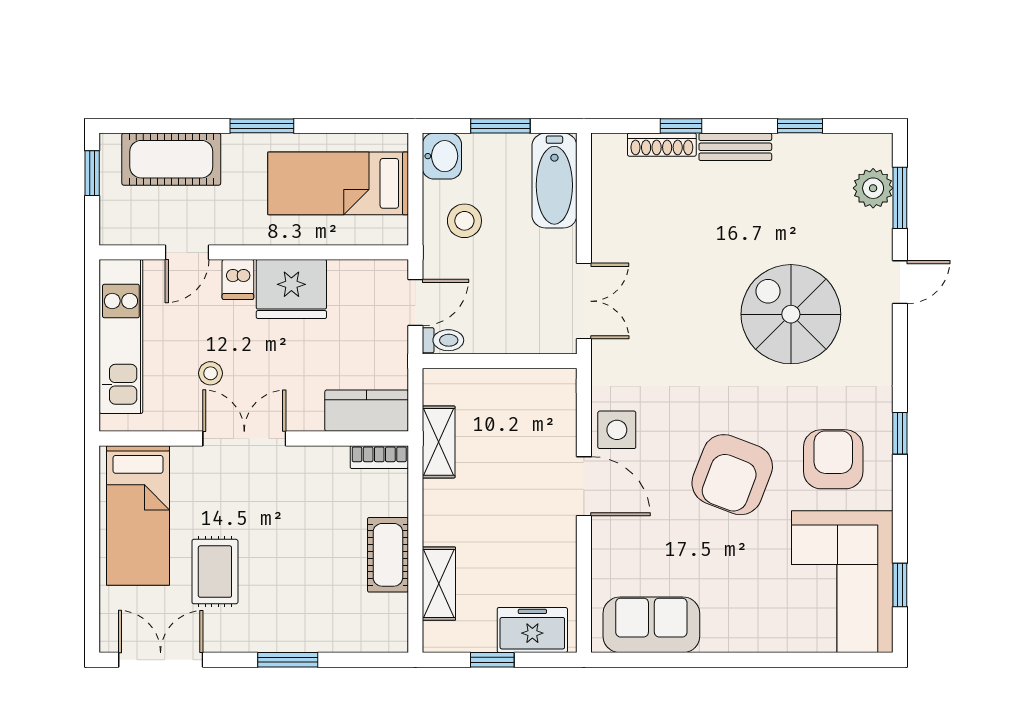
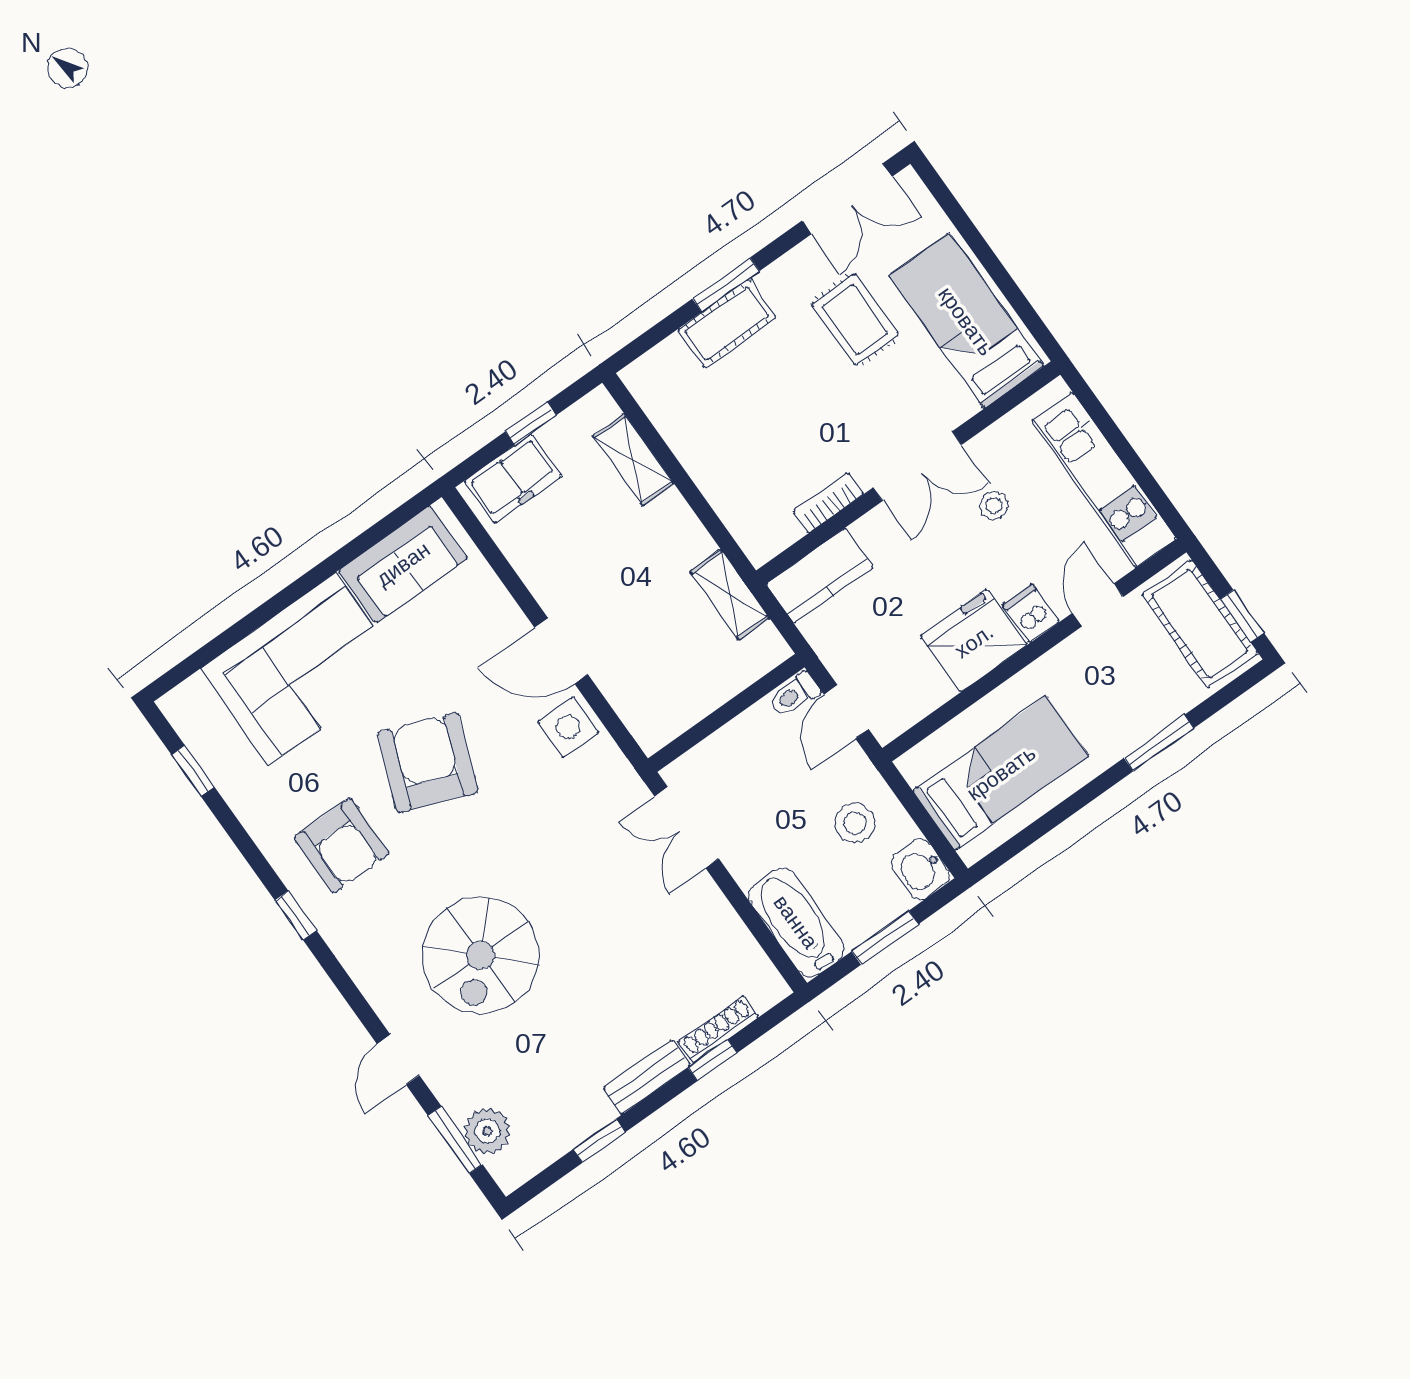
window: (262, 126) -> (1159, 743), moved
cot: (171, 159) -> (1200, 624), moved, turned 90
spiral stairs: (791, 314) -> (480, 955), turned 90
bookcase: (379, 457) -> (828, 503), moved
cot: (388, 555) -> (727, 324), moved, turned 90
corner sofa: (842, 582) -> (302, 669), moved, turned 90

